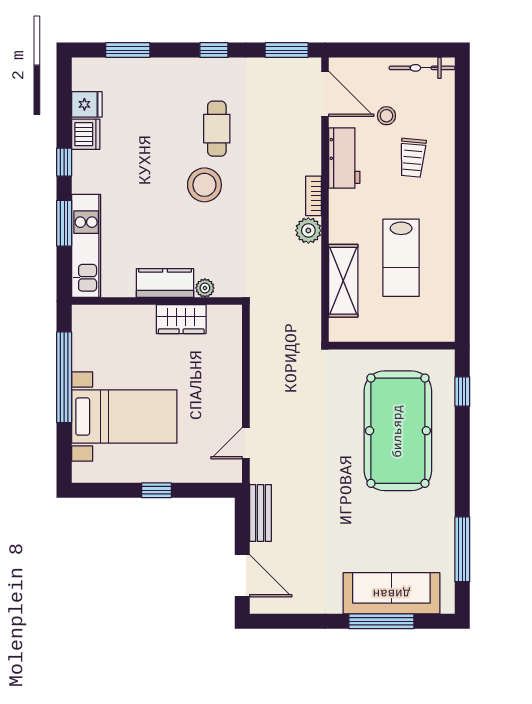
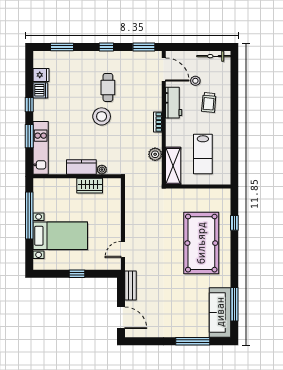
plant: (308, 230) -> (155, 154), moved
wall: (392, 346) -> (198, 186), moved
sofa: (391, 593) -> (220, 312), moved, turned -90

